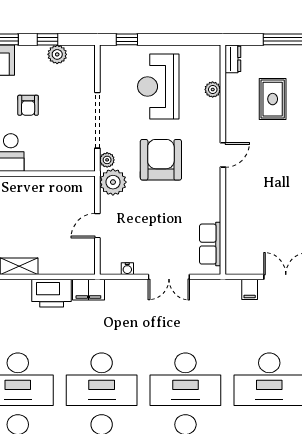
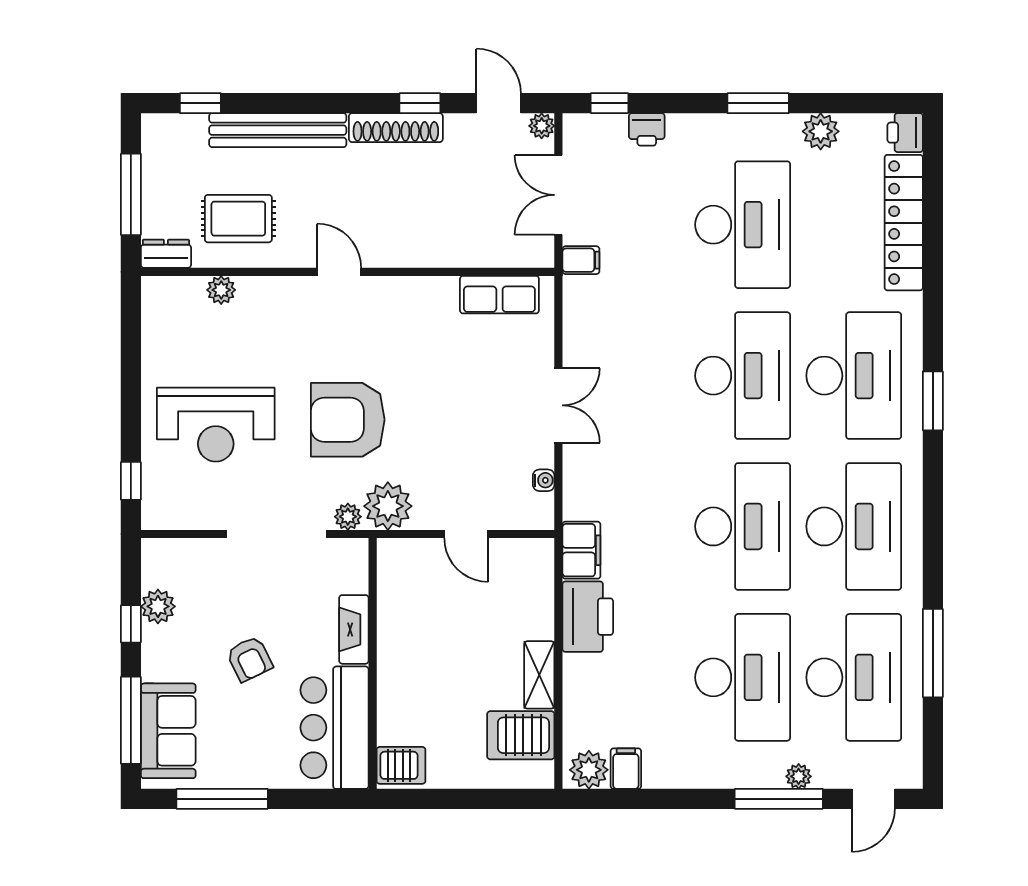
dresser: (233, 59) -> (166, 254), moved
plant: (213, 90) -> (221, 290), moved
armchair: (28, 105) -> (249, 659), turned 64
door: (223, 155) -> (339, 272), moved
wall: (223, 160) -> (348, 272), moved
fireplace: (44, 163) -> (354, 629), added
row of seats: (210, 244) -> (499, 295), moved

